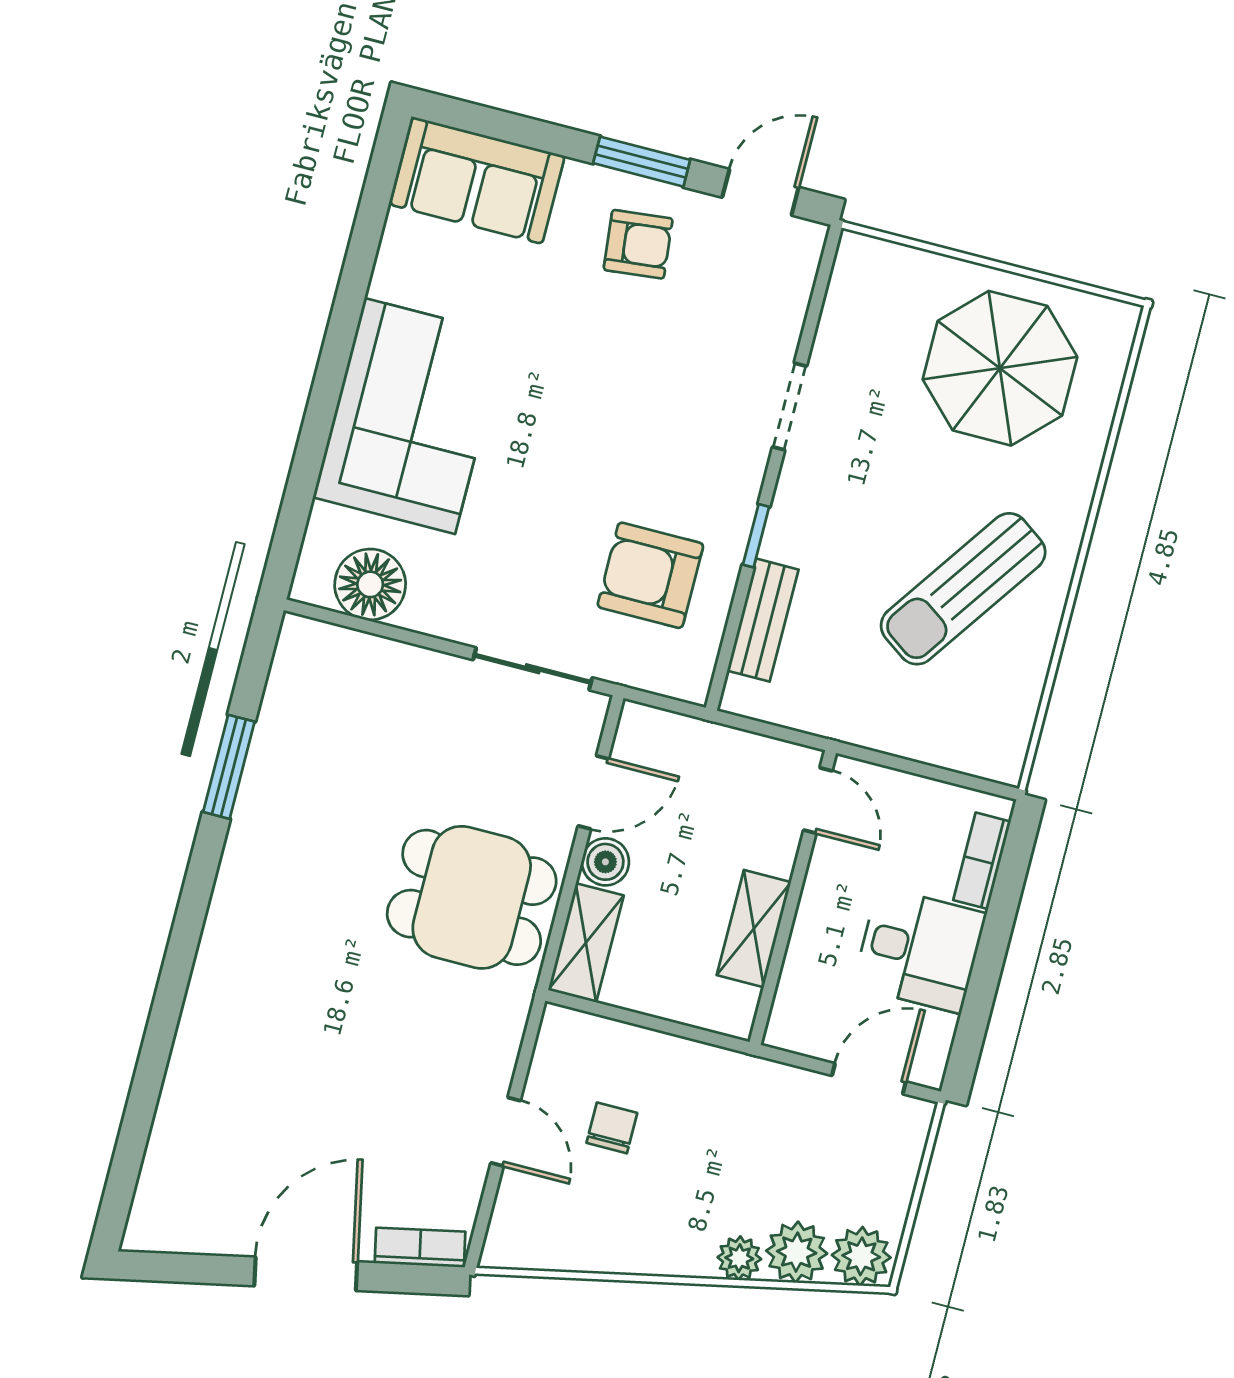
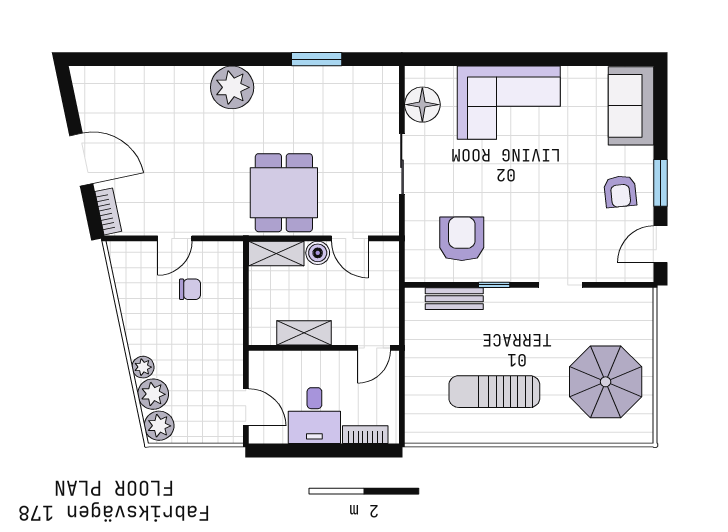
door: (760, 192) -> (661, 244), swing flipped
sun lounger: (963, 589) -> (494, 392), turned -35
sliding door: (533, 669) -> (402, 164), moved
plant: (242, 945) -> (232, 87), added

